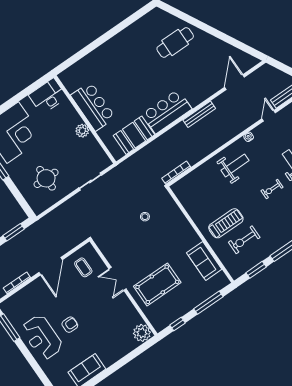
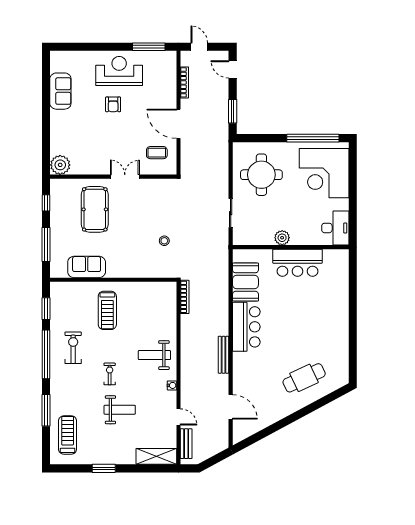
cafe table: (175, 42) -> (304, 378), turned 65
weight bench: (235, 165) -> (154, 355), turned 90
round table: (46, 178) -> (261, 175), width x1.36, depth x1.36
exercise bike: (244, 240) -> (73, 348), moved

